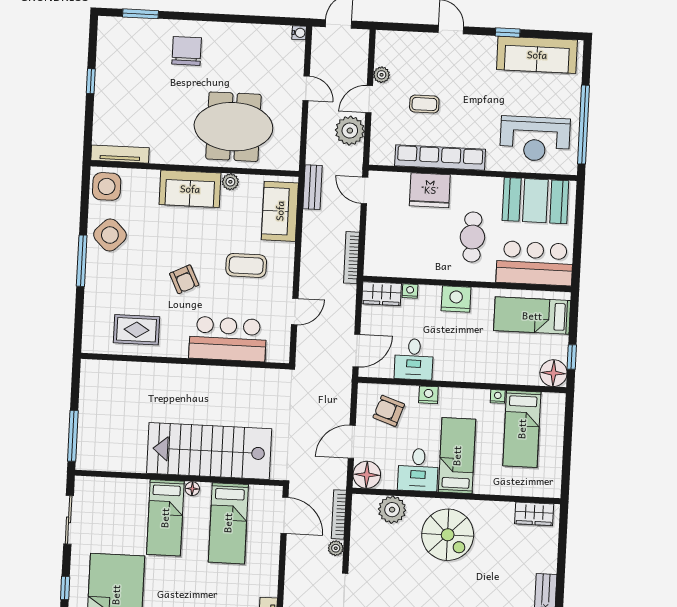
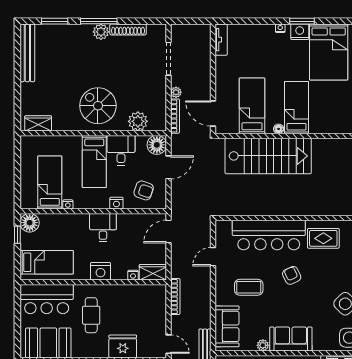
bar counter: (228, 339) -> (269, 235), width x1.36
desk: (414, 359) -> (103, 228), moved

